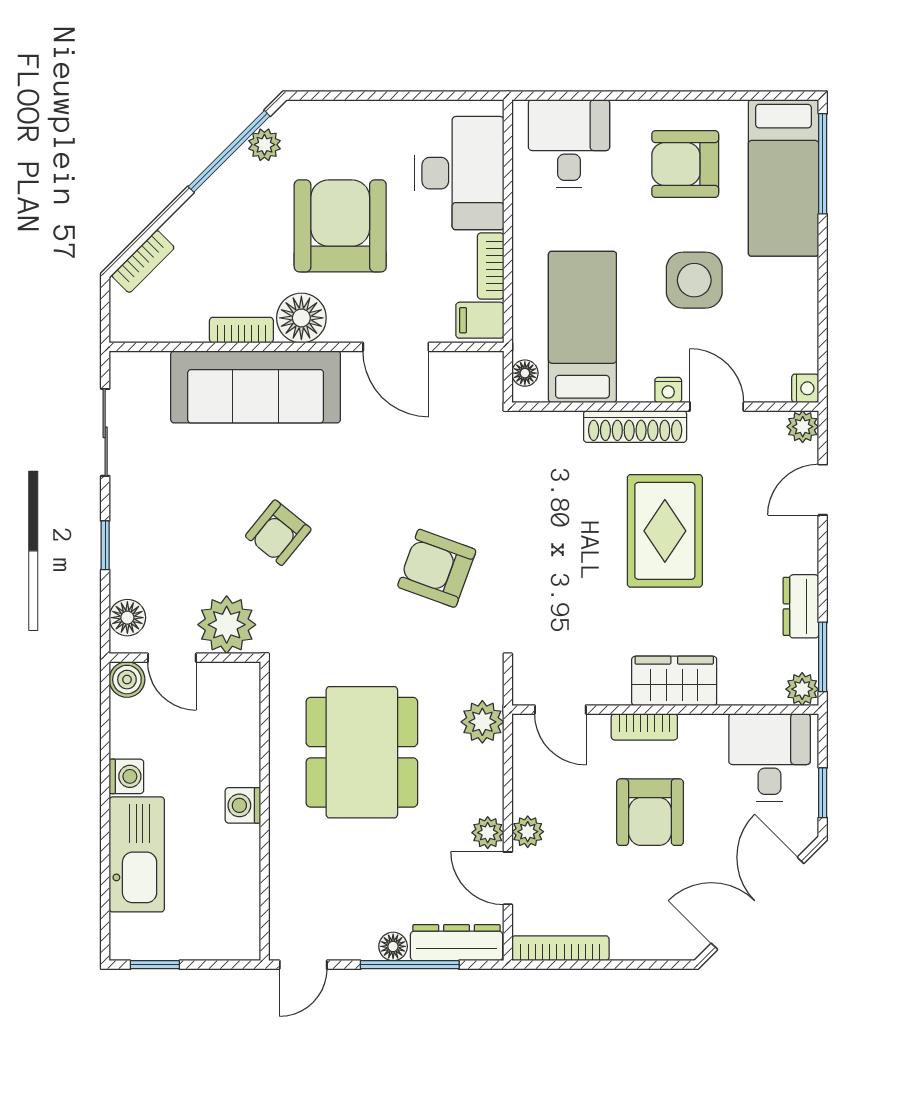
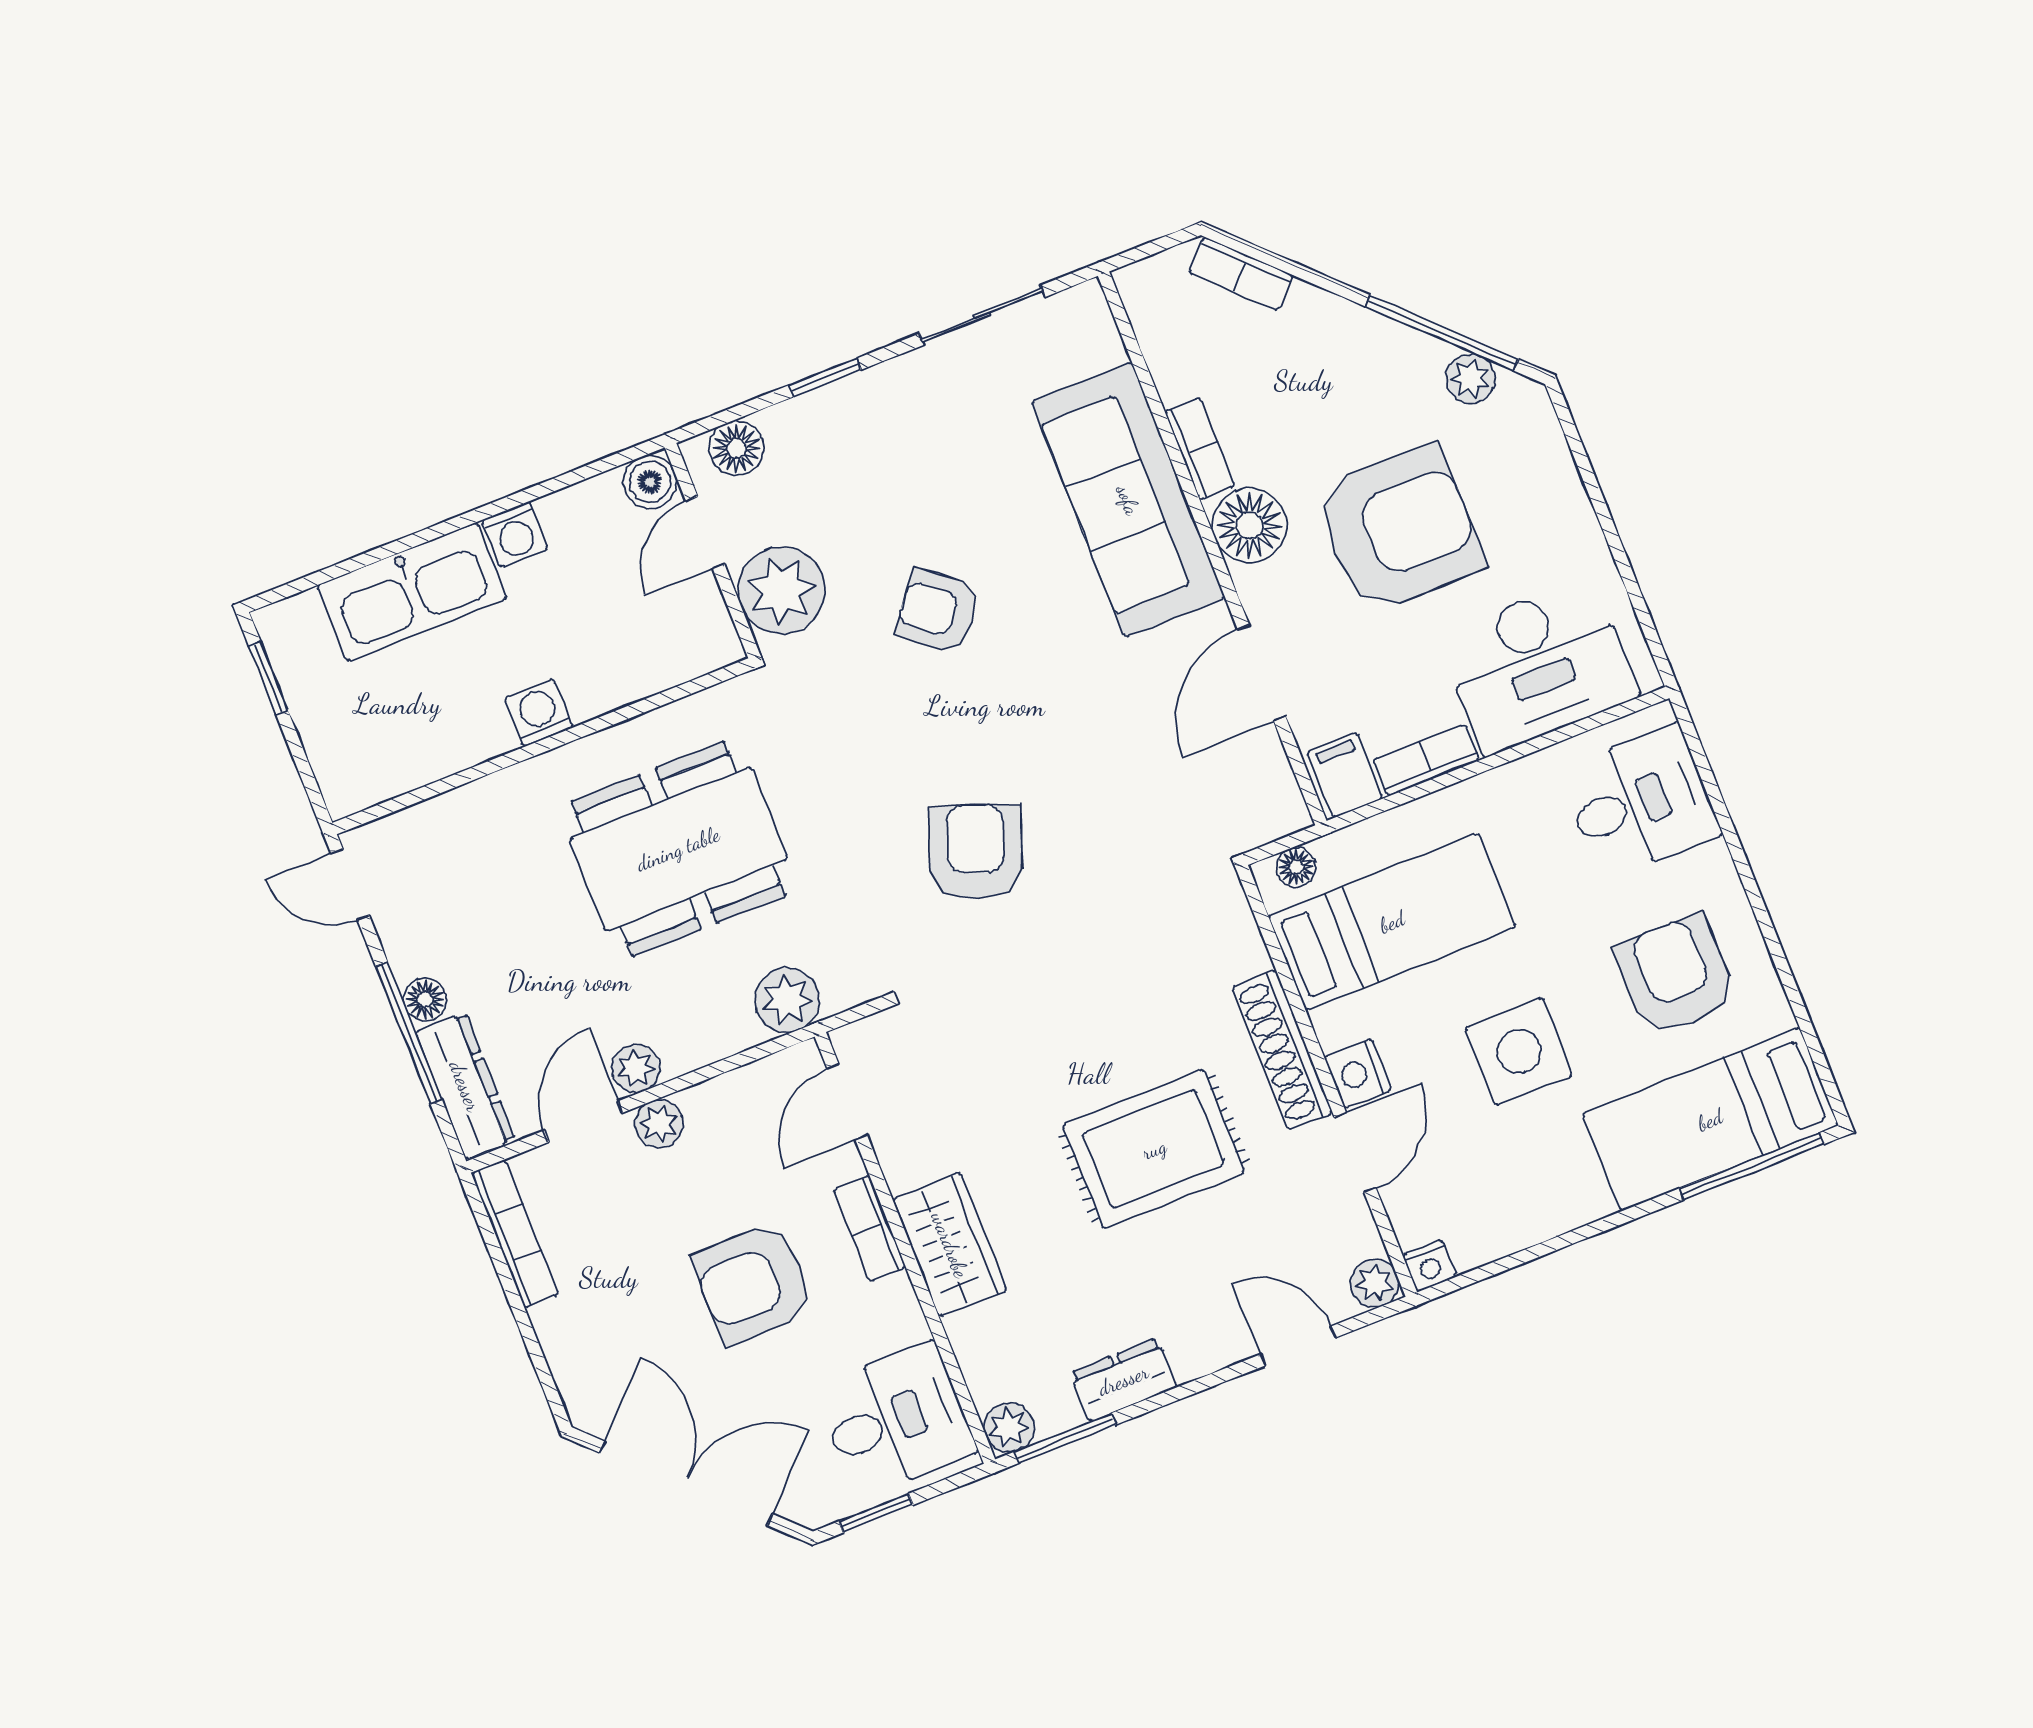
nightstand: (668, 390) -> (1358, 1073), width x1.39, depth x1.35

